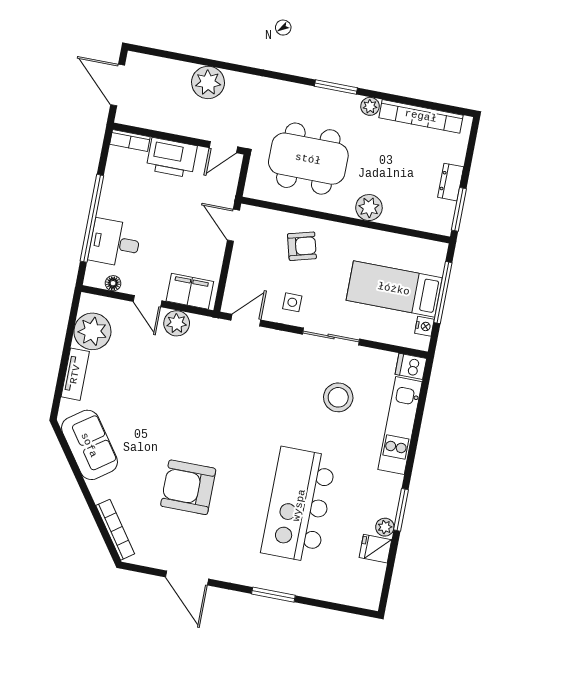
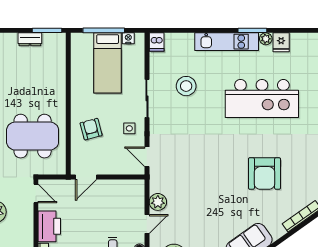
dining table: (308, 159) -> (33, 136), turned 90
plant: (369, 208) -> (57, 90), removed
filing cabinet: (190, 291) -> (135, 197), removed
kitchen unit: (400, 426) -> (227, 42), moved

